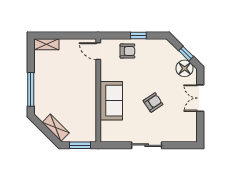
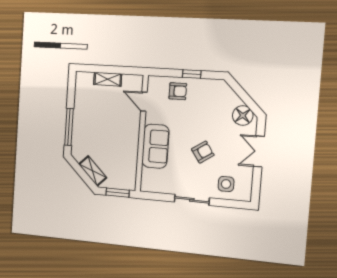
shelving: (46, 44) -> (108, 79), moved
door: (98, 51) -> (144, 102), moved
window: (186, 54) -> (246, 98), removed
side table: (175, 129) -> (226, 184), added

